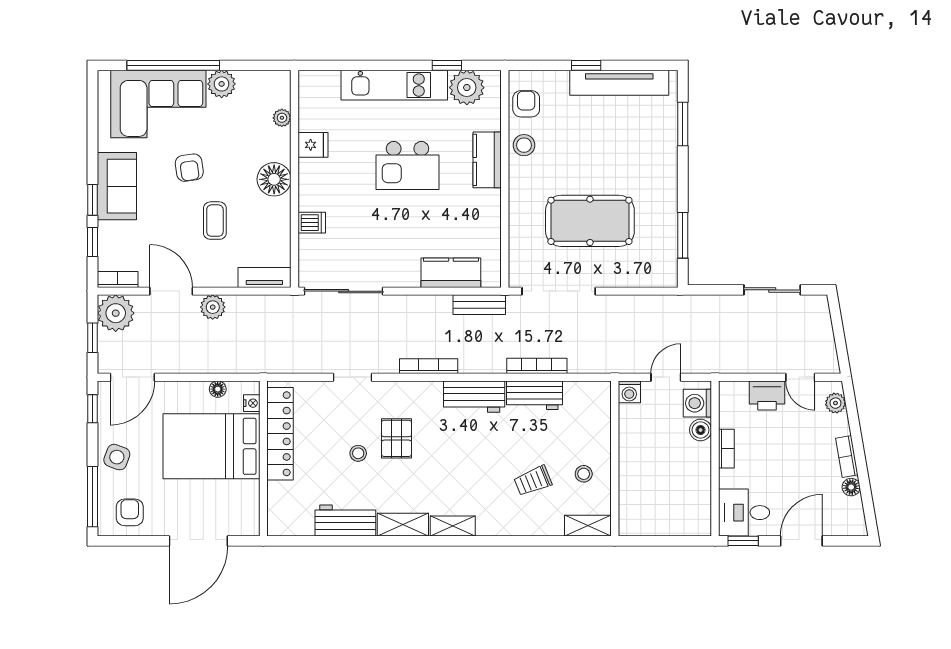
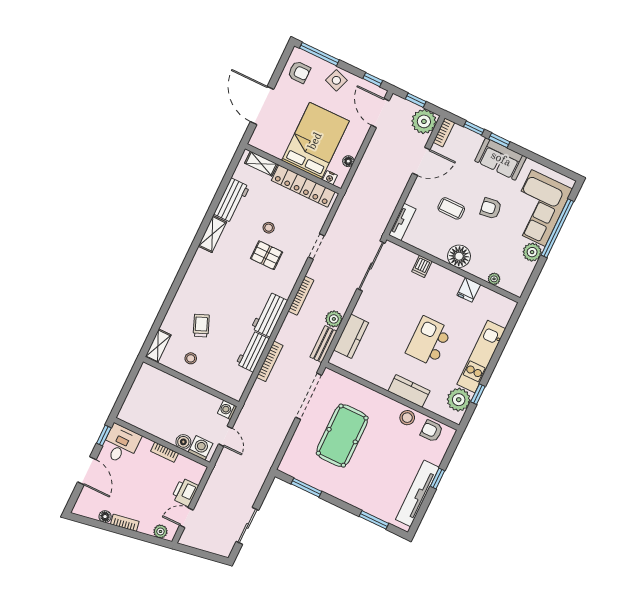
armchair: (526, 104) -> (432, 431), turned 180
plant: (213, 307) -> (334, 319), moved
shelving: (453, 526) -> (261, 164), moved, turned 90

